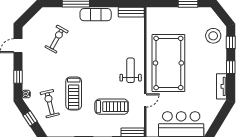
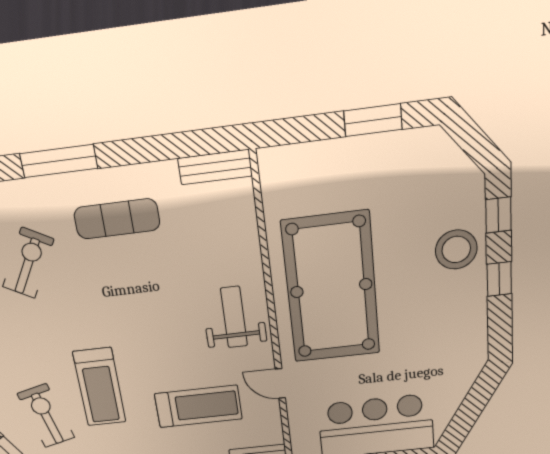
exercise mat: (96, 15) -> (117, 219), moved
stool: (213, 36) -> (456, 250), moved
tv unit: (221, 86) -> (475, 329), removed
door: (145, 100) -> (280, 383), swing flipped

